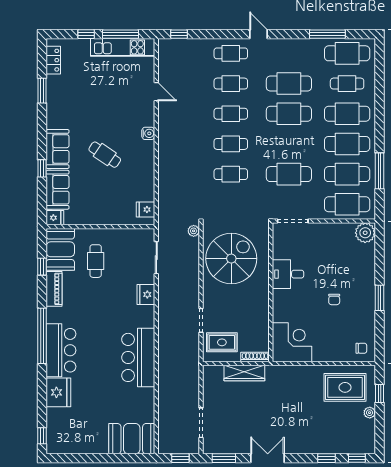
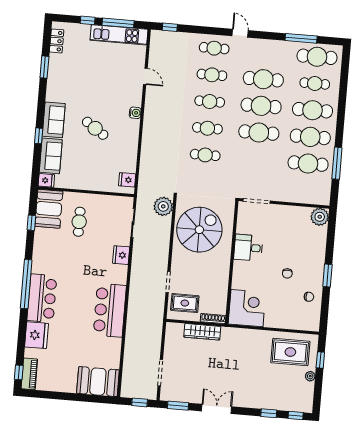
cafe table: (289, 174) -> (259, 133), moved
cafe table: (347, 204) -> (306, 190), removed
plant: (194, 231) -> (163, 206), width x1.88, depth x1.88
piano: (54, 289) -> (29, 374), moved
chair: (361, 348) -> (309, 297), moved

